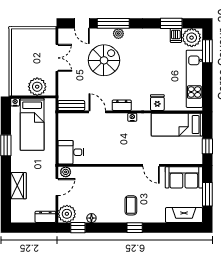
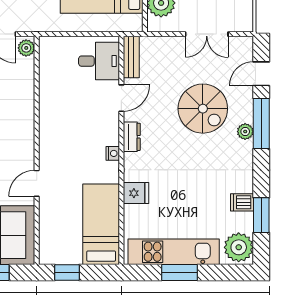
dishwasher: (176, 36) -> (242, 202), moved
window: (207, 51) -> (179, 272), moved
desk: (71, 152) -> (99, 61), moved, turned 90

